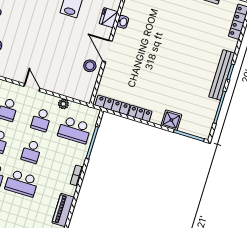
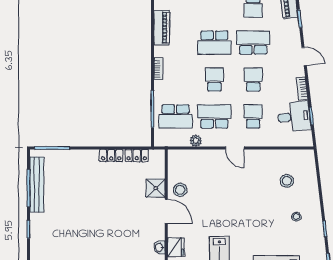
bench: (222, 75) -> (37, 185), moved
locker: (113, 105) -> (137, 155), width x0.66
school desk: (41, 120) -> (214, 116), width x1.85
shower: (171, 120) -> (156, 188), moved
school desk: (75, 130) -> (176, 116), turned 180
school desk: (22, 183) -> (214, 43), turned 180

